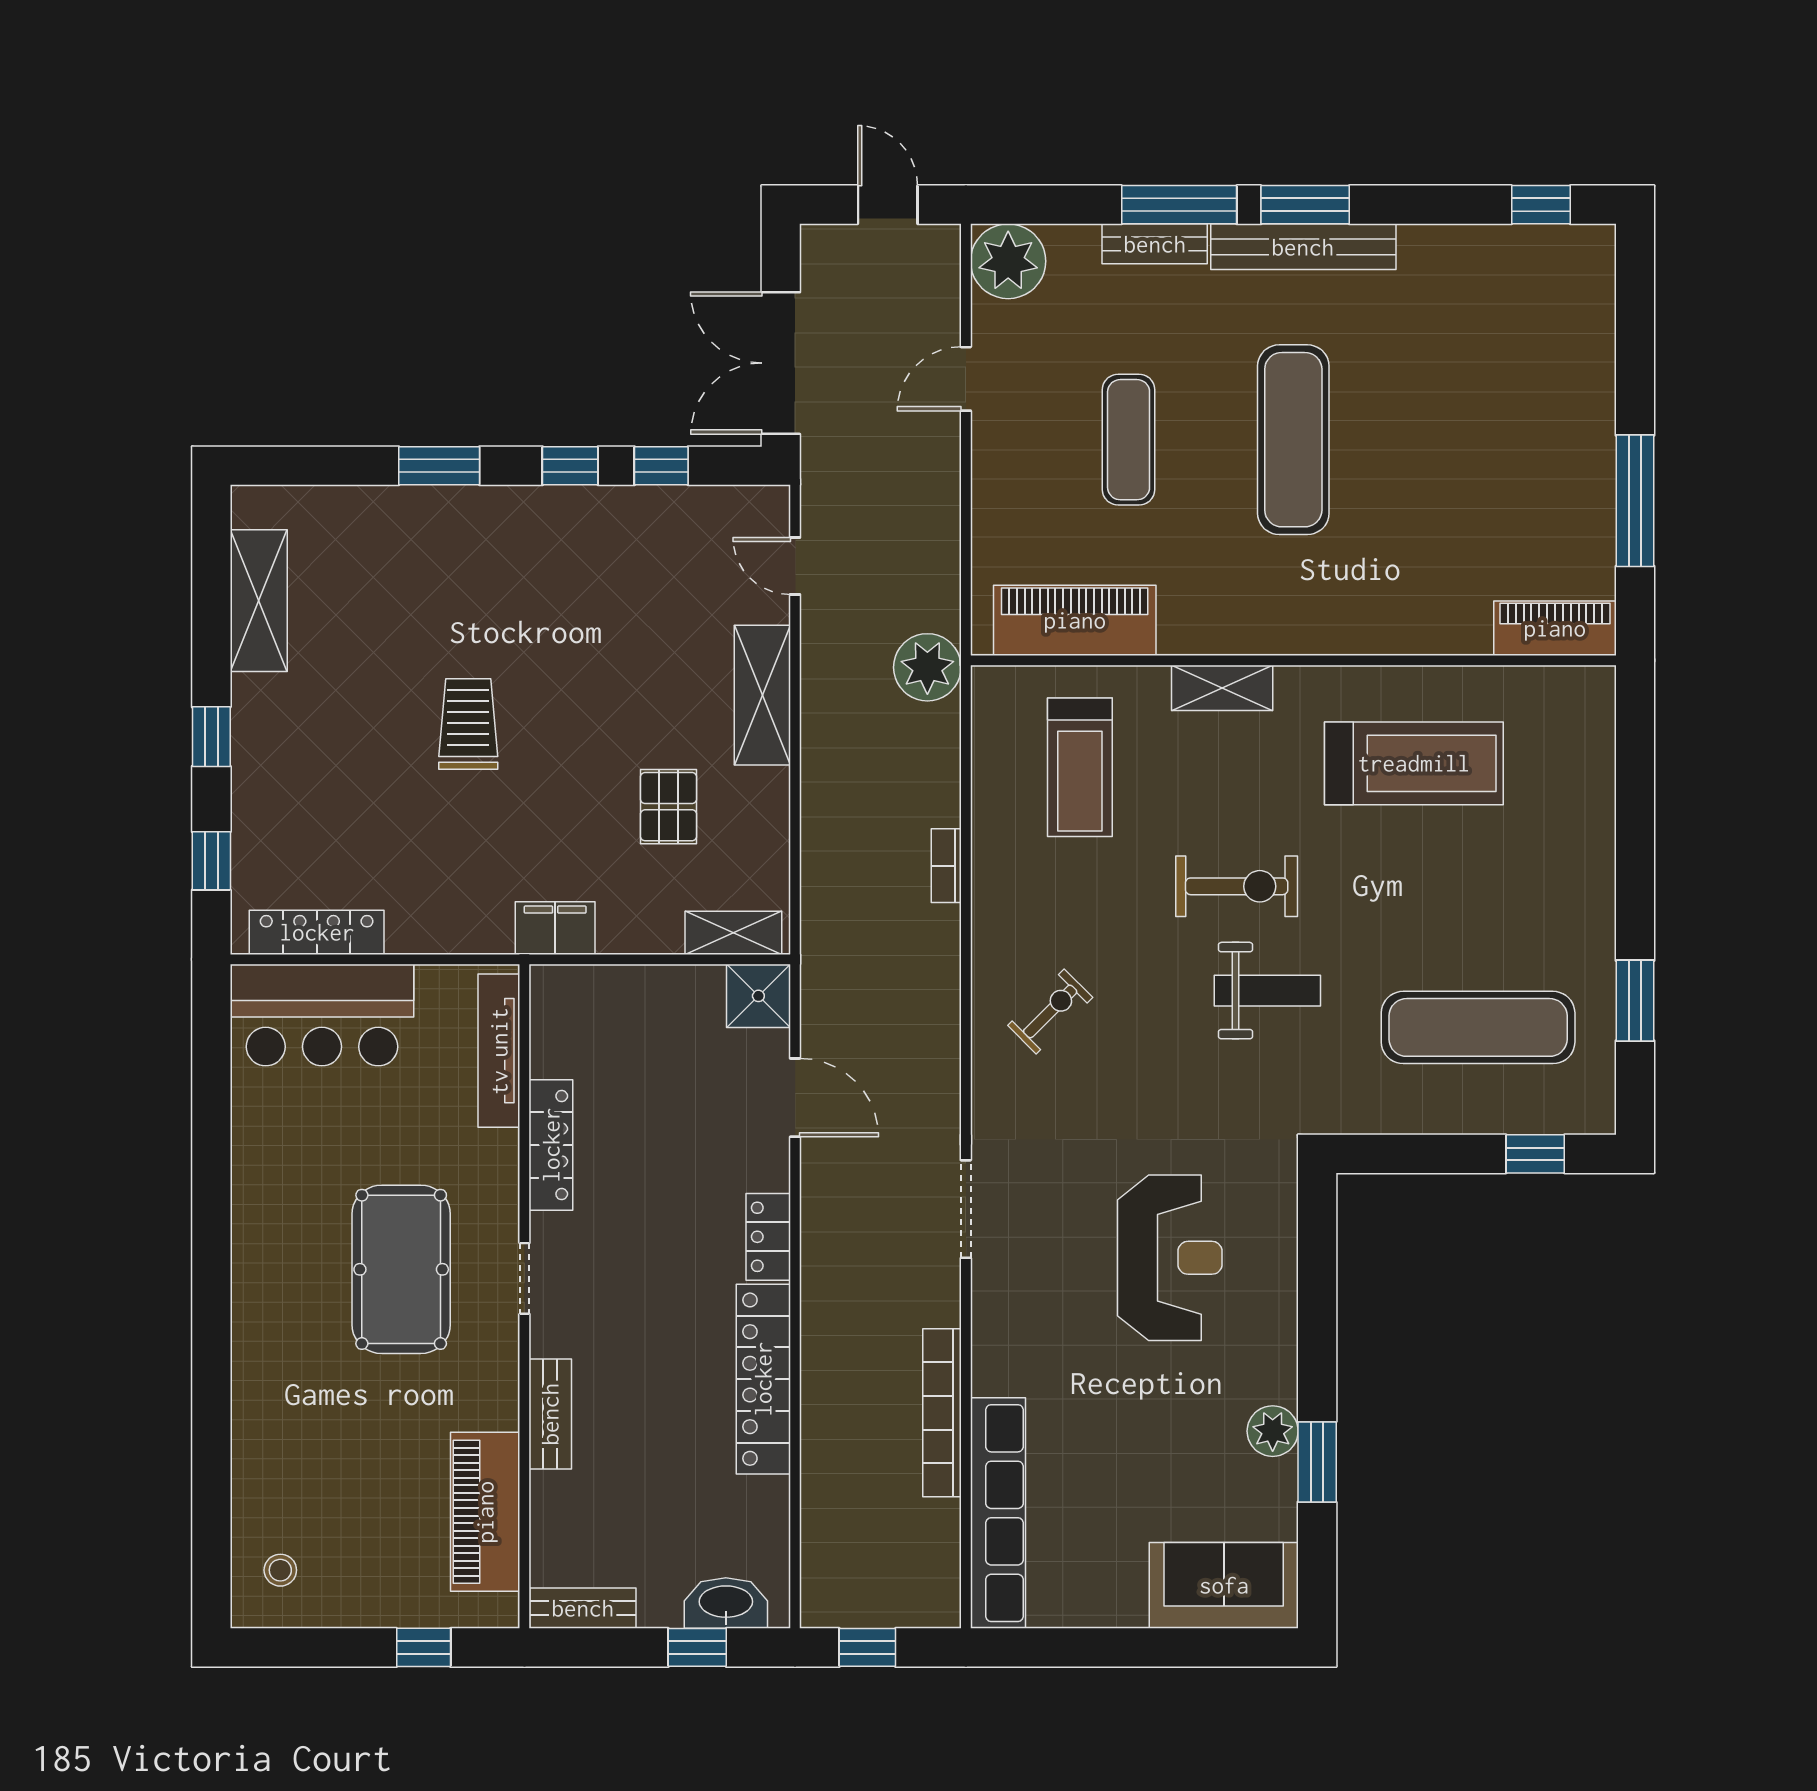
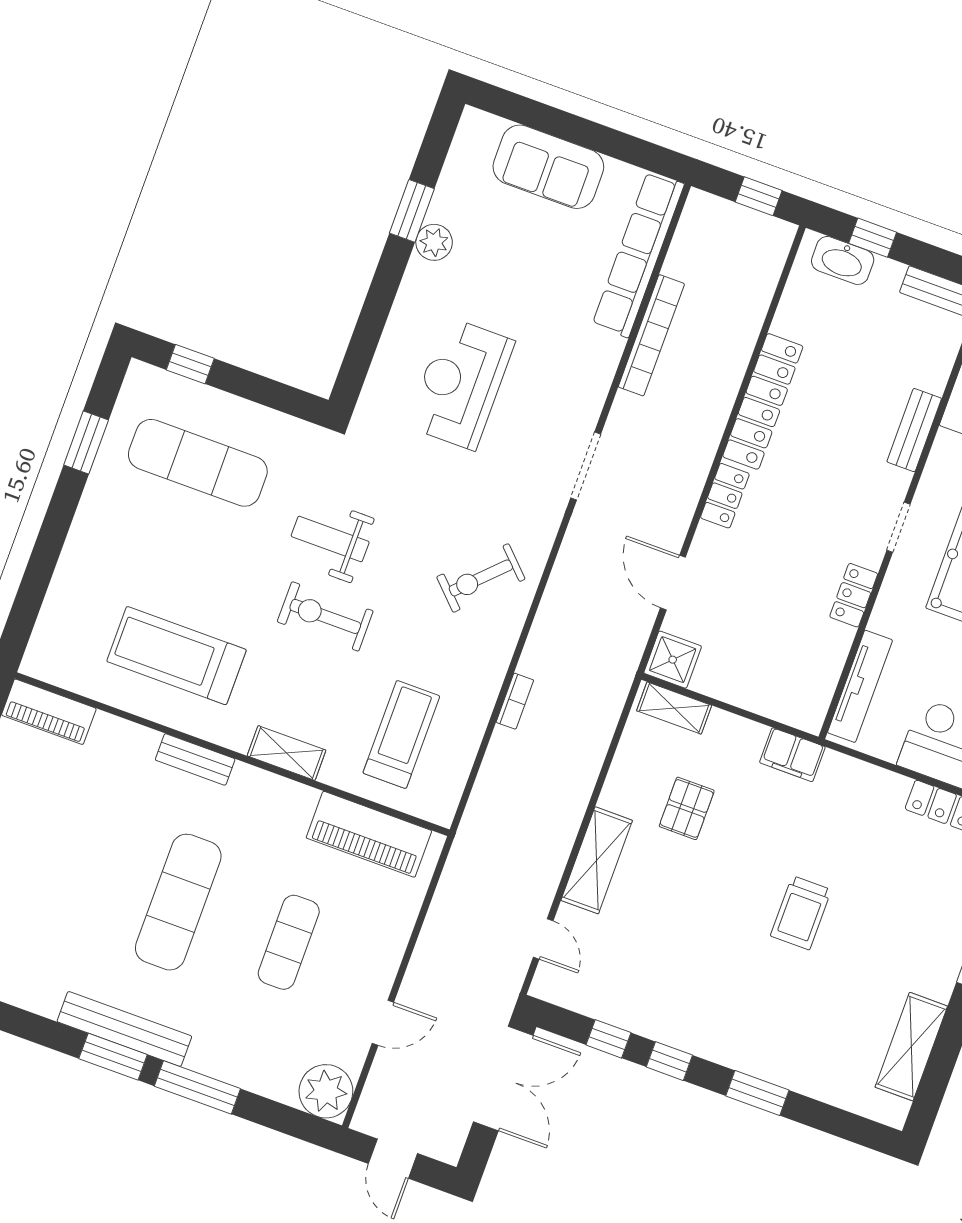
bench: (1155, 244) -> (195, 759), moved
plant: (927, 667) -> (479, 839), removed
exercise bike: (1050, 1011) -> (481, 578), width x1.38, depth x1.39
locker: (551, 1145) -> (854, 595), width x0.66
sofa: (1224, 1585) -> (548, 167), moved

